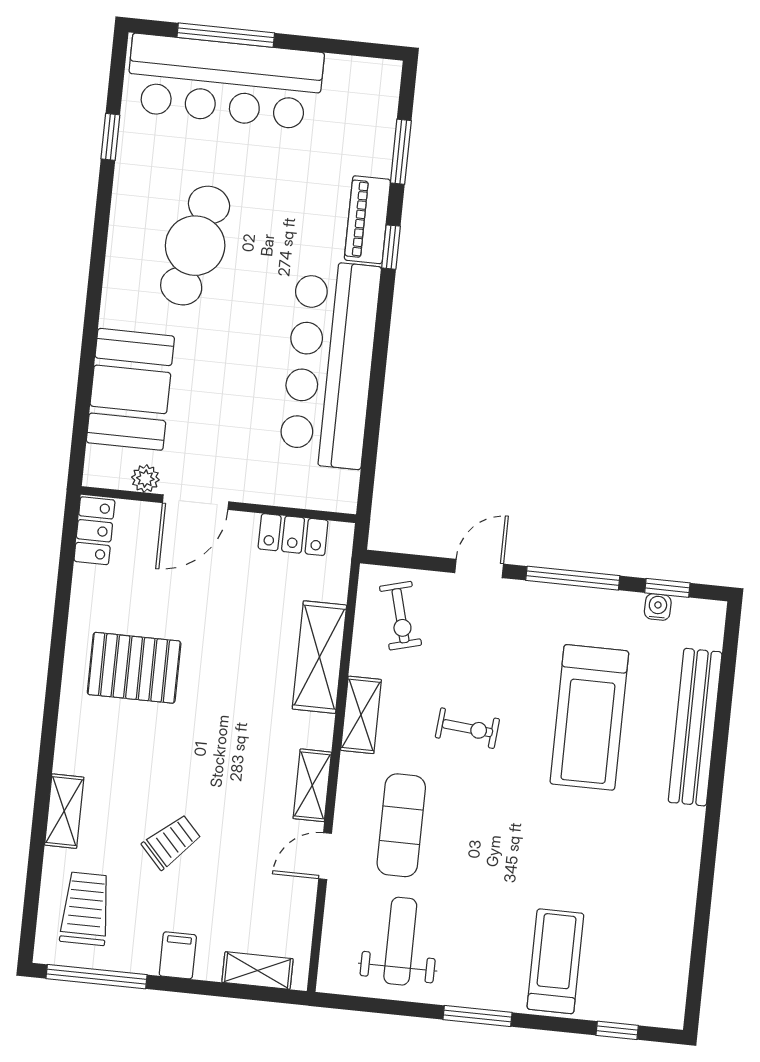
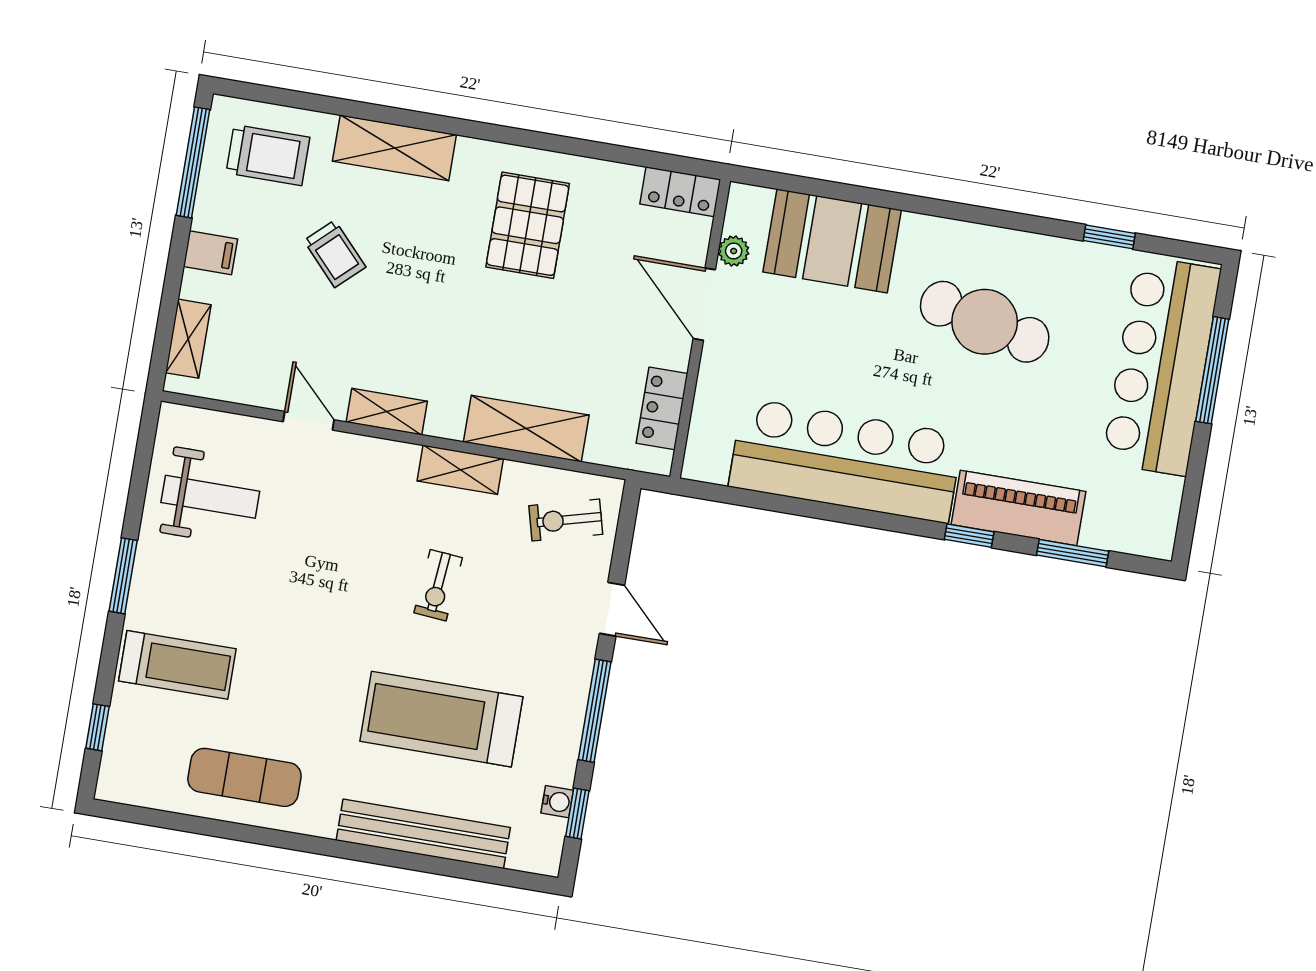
piano: (367, 220) -> (1019, 508), width x1.37, depth x1.33
shelving: (64, 811) -> (394, 148), width x1.50, depth x1.33
exercise mat: (401, 825) -> (244, 777), moved

